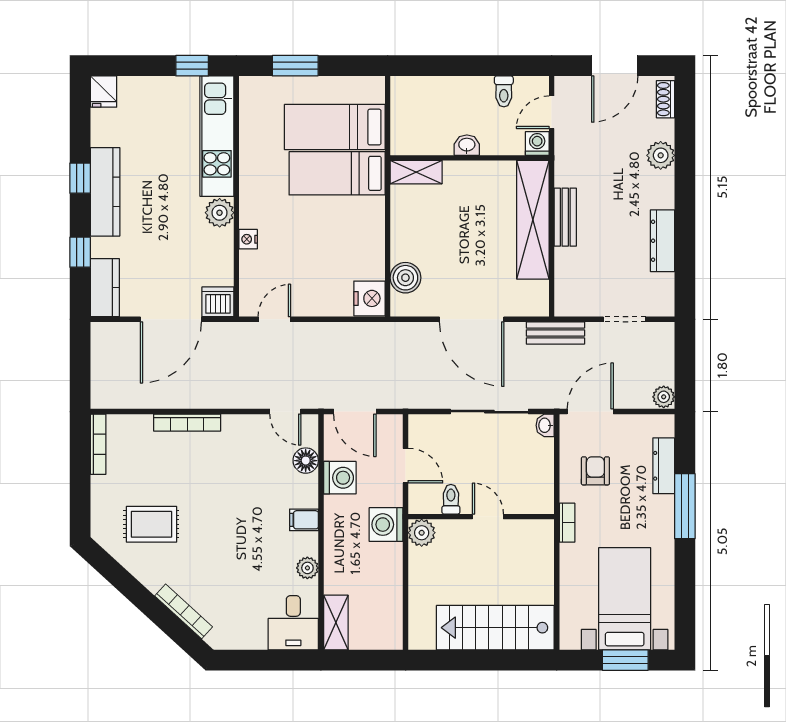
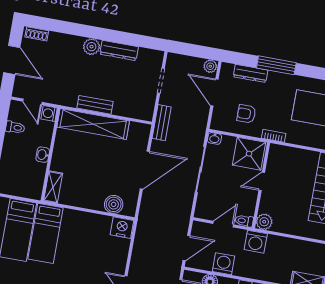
plant: (661, 155) -> (91, 47), moved
door: (590, 412) -> (214, 92), moved
shower: (530, 487) -> (249, 154), added
toilet: (451, 499) -> (244, 221), moved

